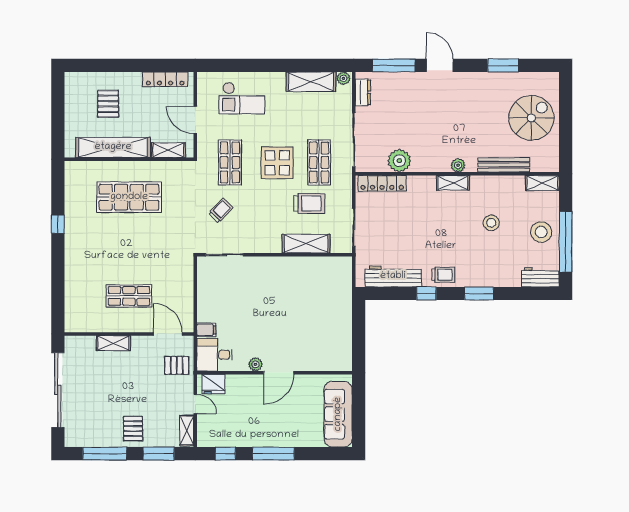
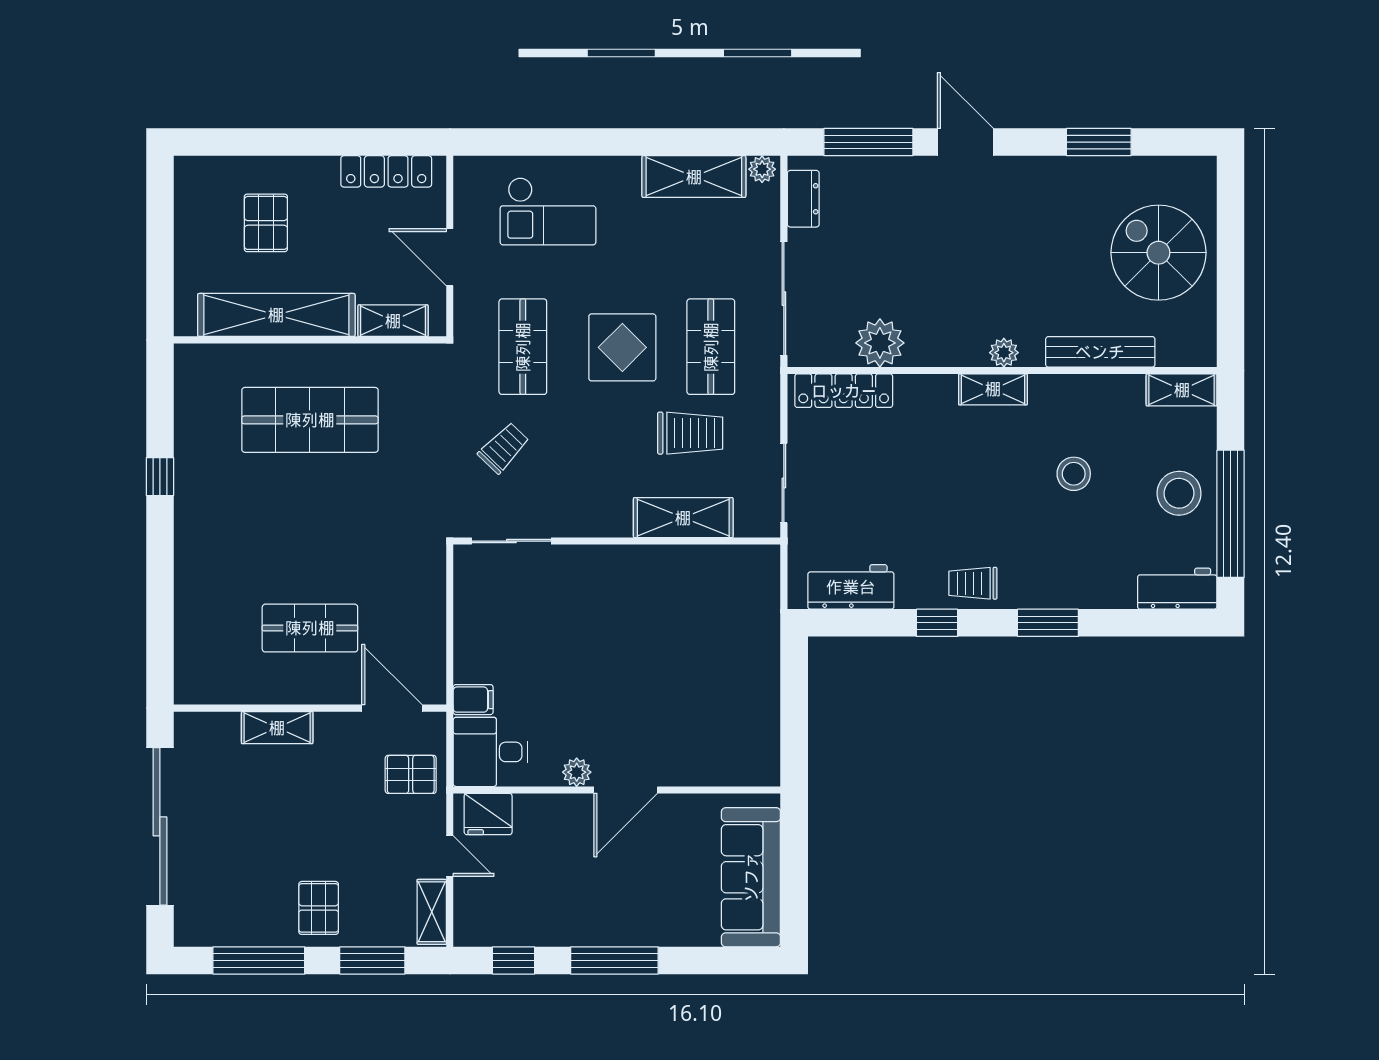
spiral stairs: (531, 118) -> (1158, 253), turned -90
trolley: (443, 275) -> (973, 583), turned 180
workbench: (393, 276) -> (851, 587), width x0.73

